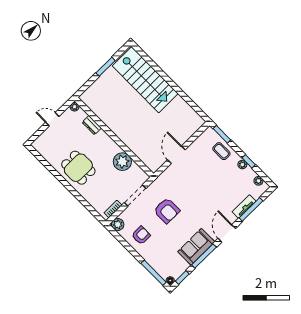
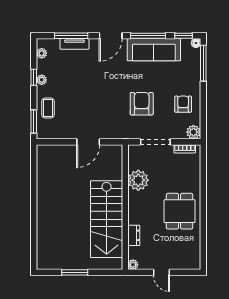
stairs: (145, 80) -> (107, 219), moved, turned 180
armchair: (141, 235) -> (183, 104), turned 90
sofa: (196, 247) -> (154, 50), width x1.36

